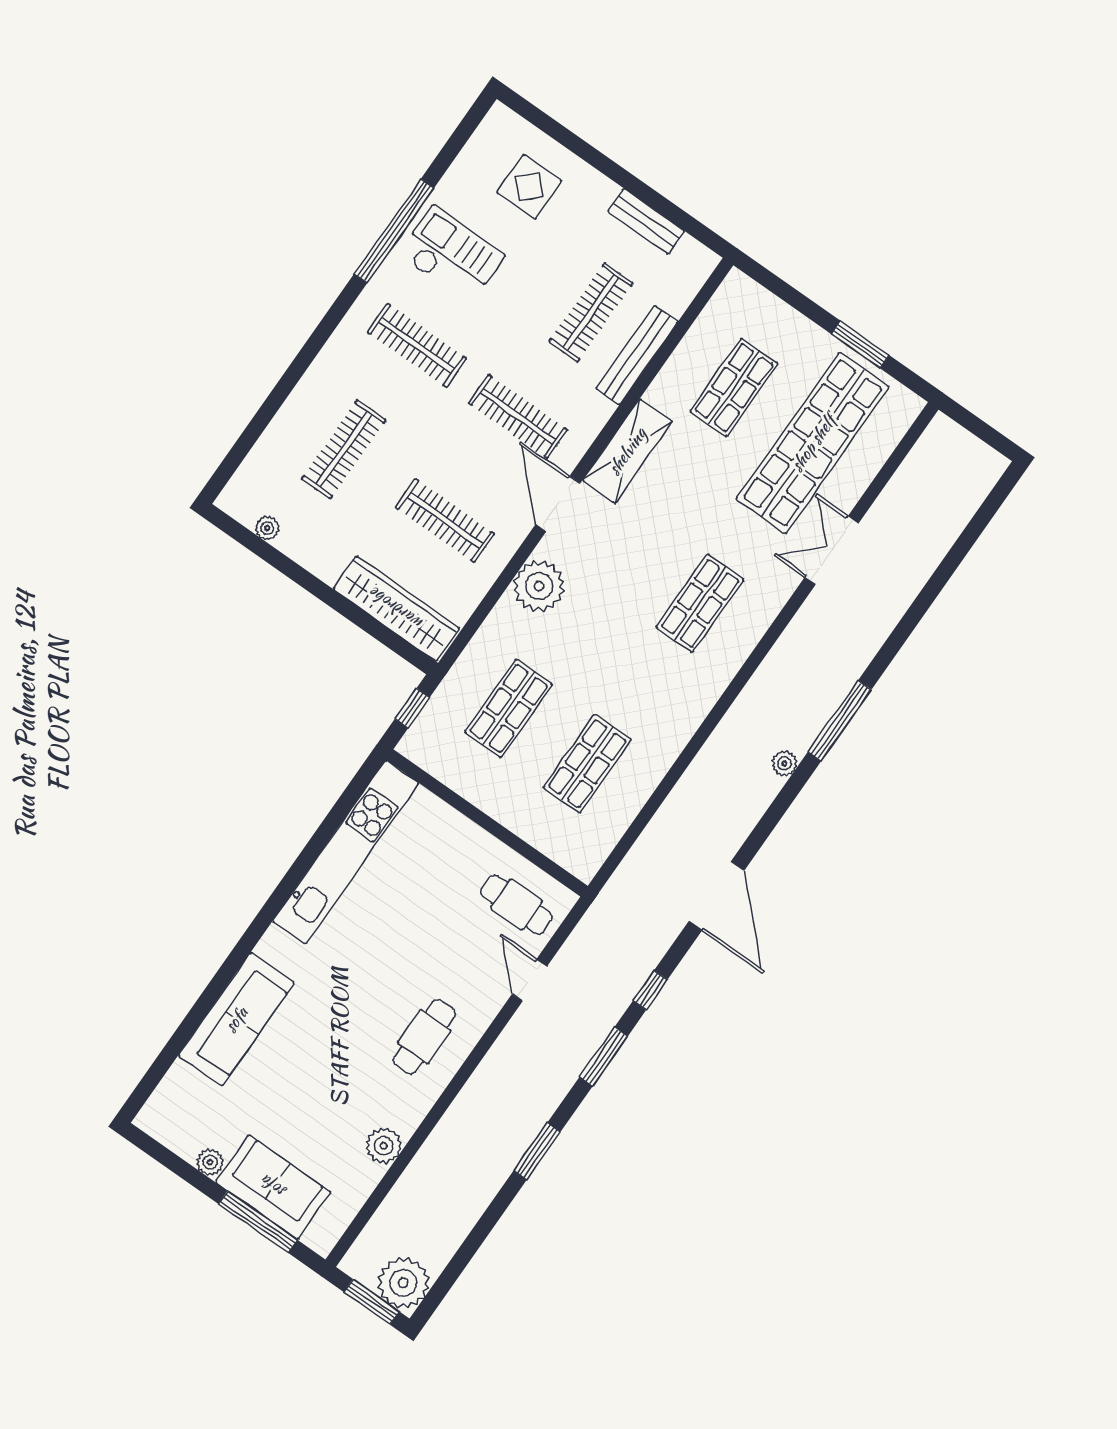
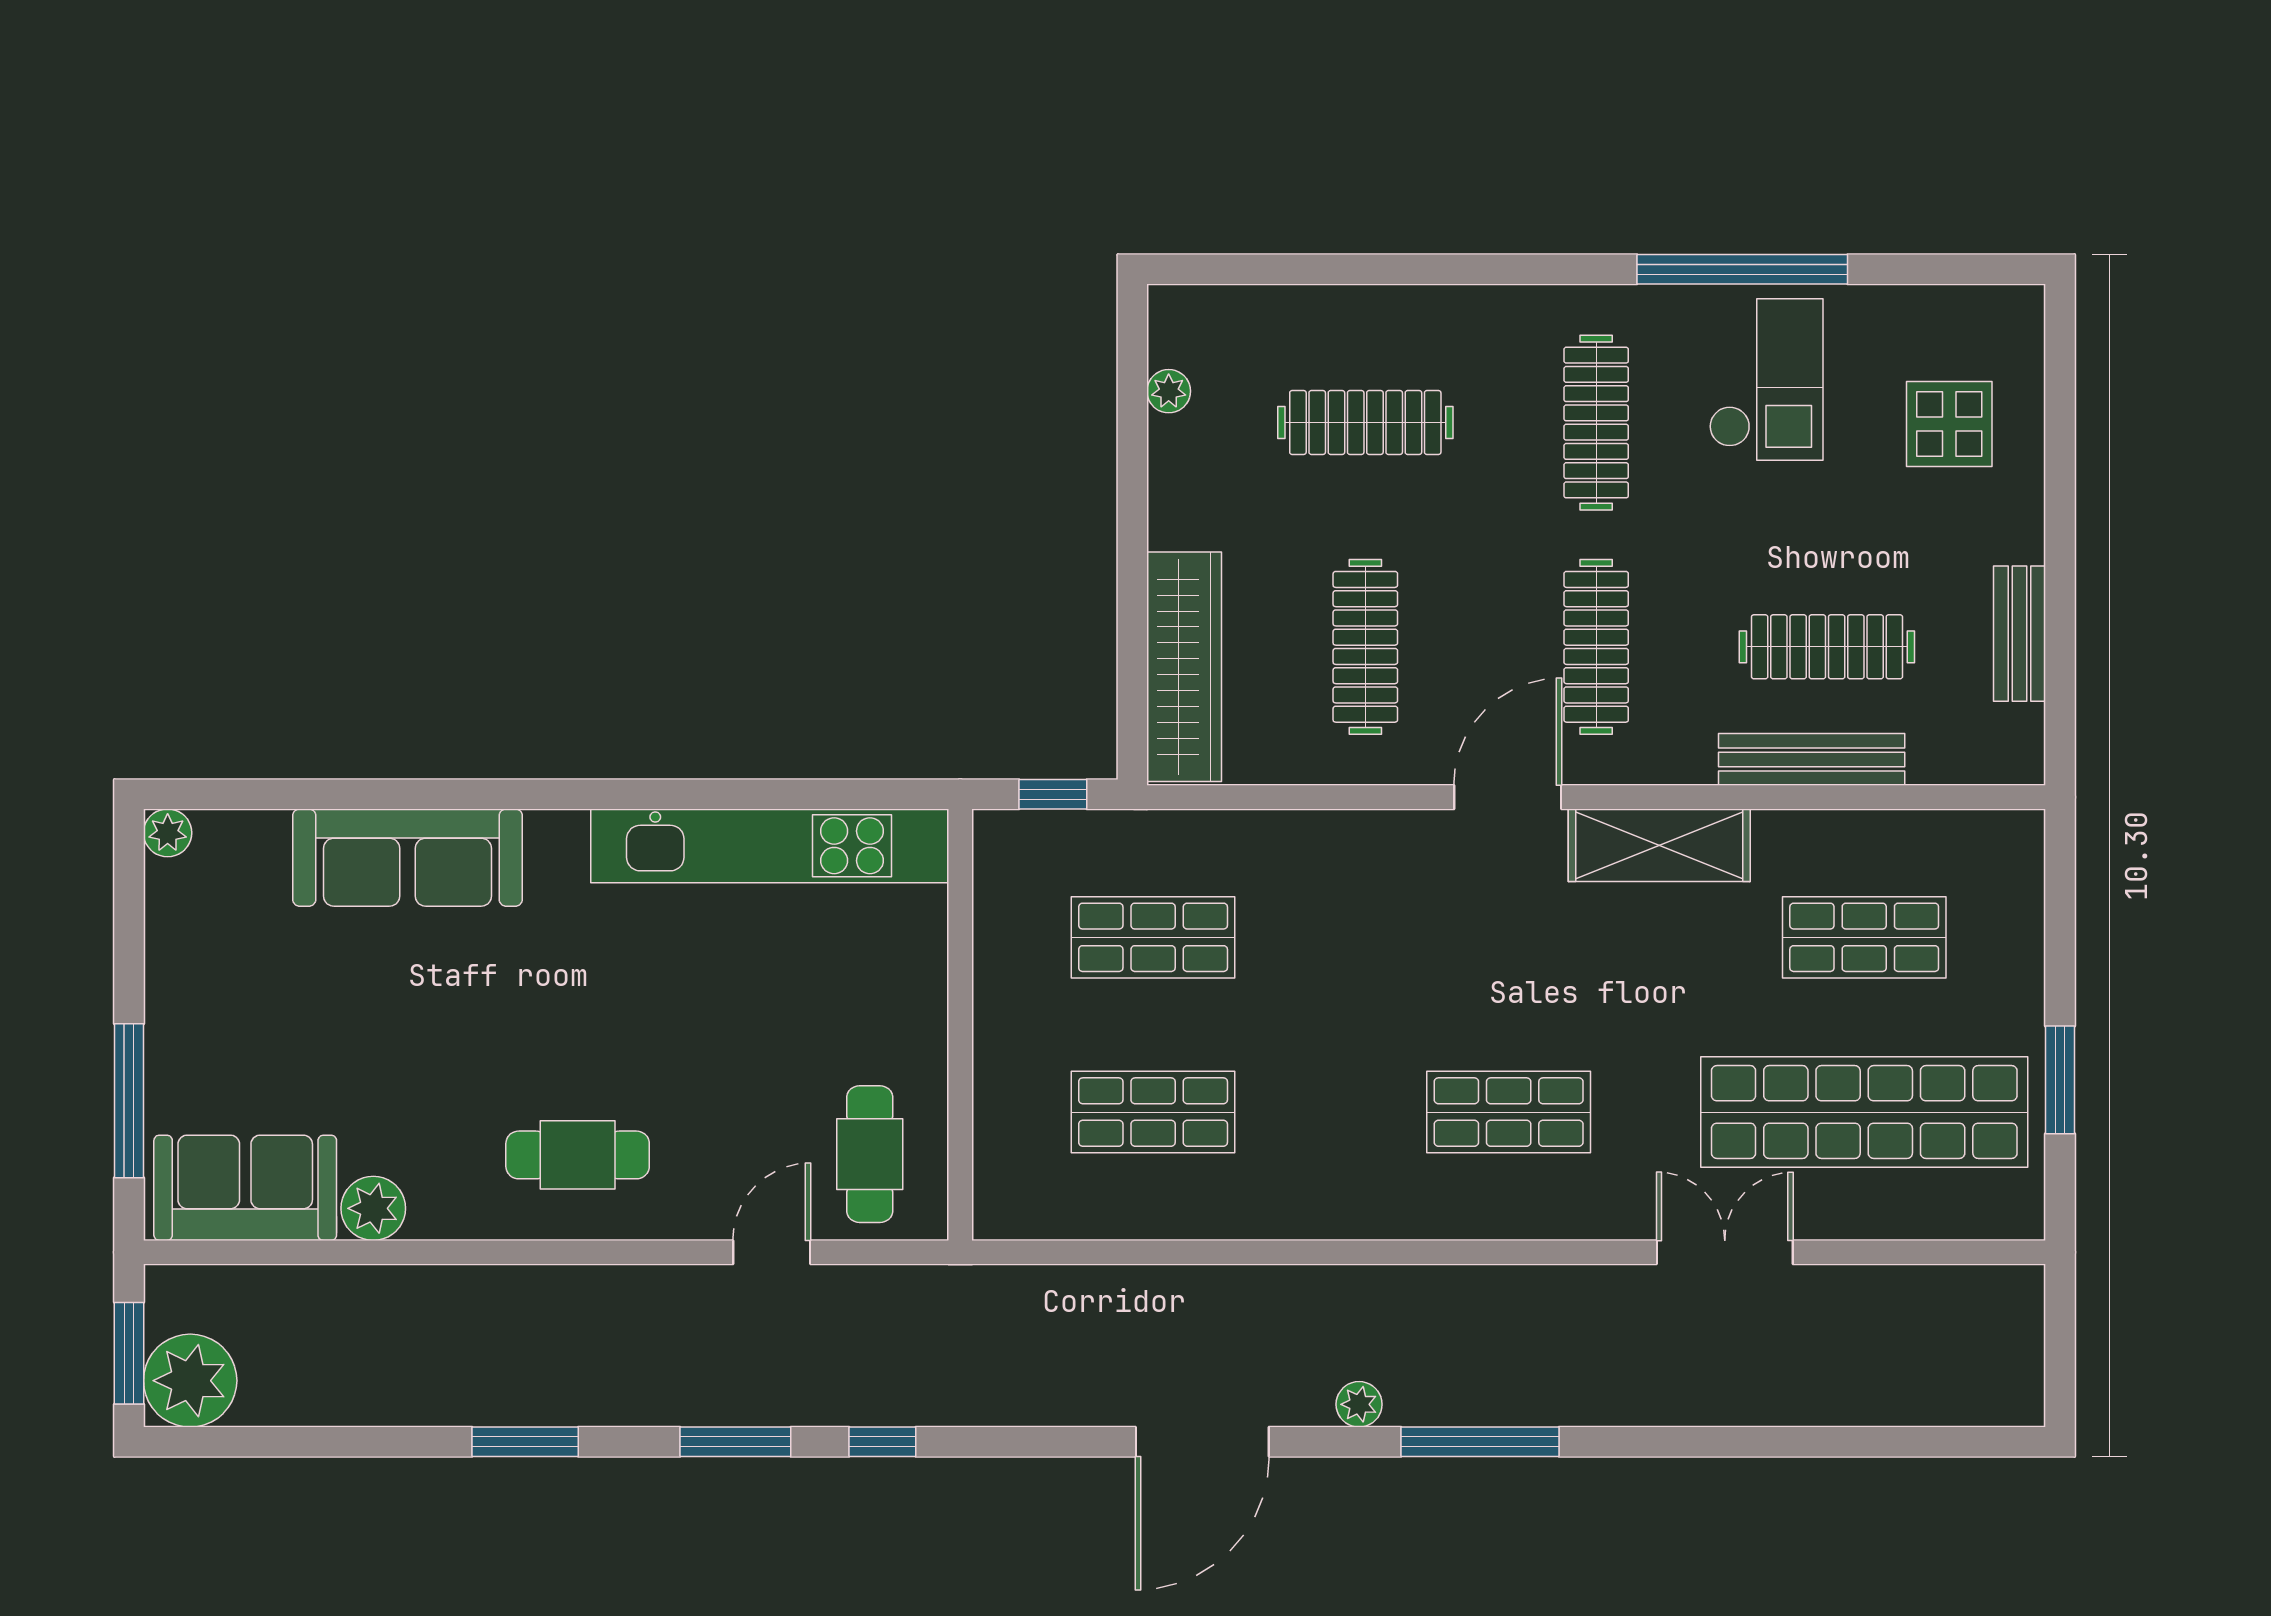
plant: (539, 586) -> (1366, 855), removed
door: (717, 896) -> (1202, 1442), moved
plant: (210, 1162) -> (168, 833), moved
sofa: (273, 1187) -> (245, 1188), moved, turned -90

